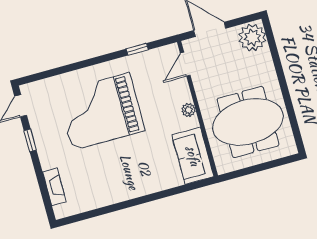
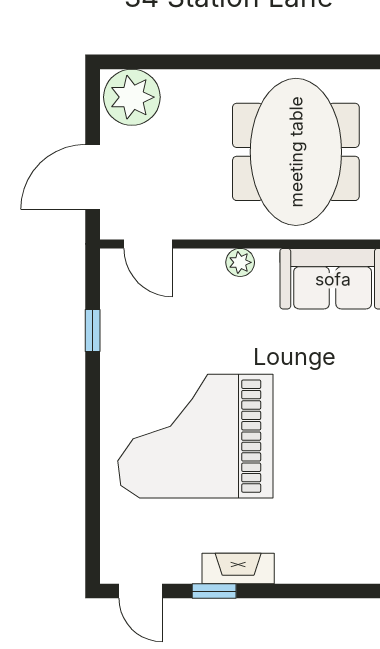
grand piano: (101, 111) -> (195, 436), turned 90
fireplace: (54, 187) -> (238, 568), moved

